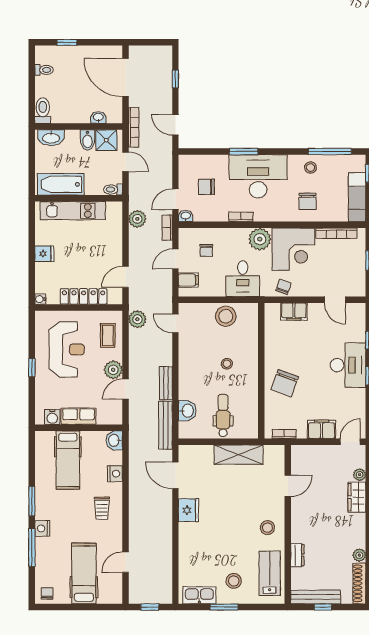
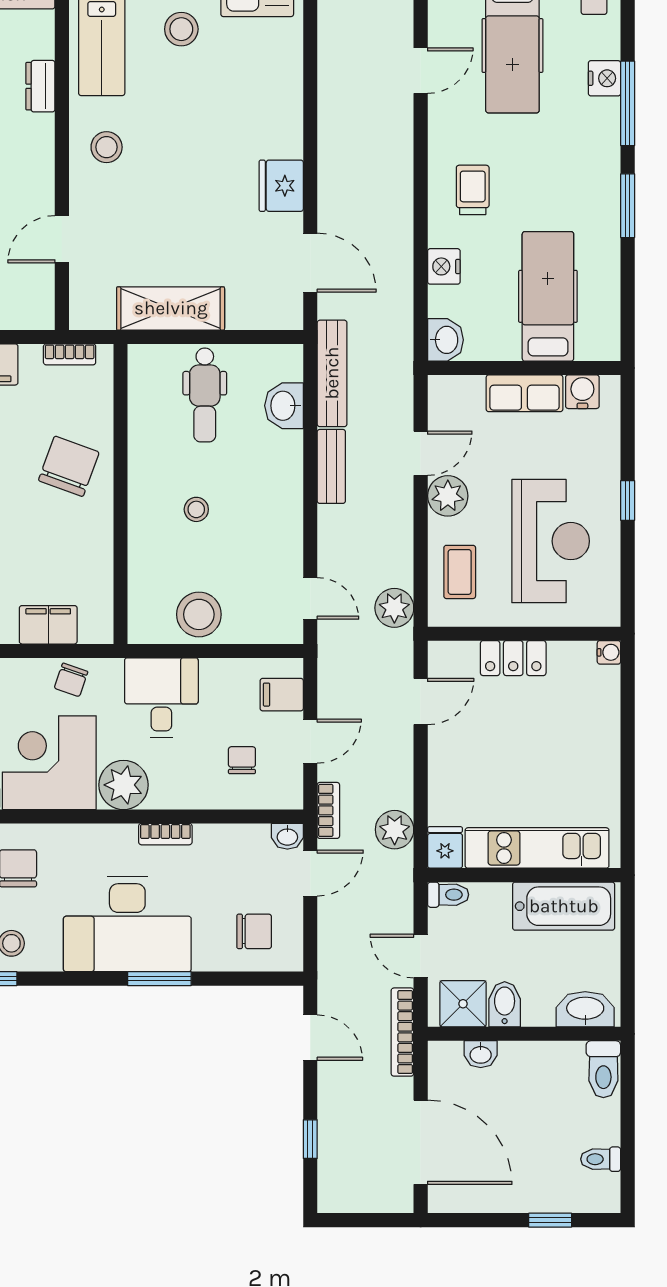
chair: (206, 187) -> (254, 931), moved
fridge: (44, 254) -> (445, 847), moved, turned 90
locker: (84, 297) -> (513, 658), width x0.66
reception desk: (67, 349) -> (551, 541), turned 180
nightstand: (42, 528) -> (604, 78), moved

